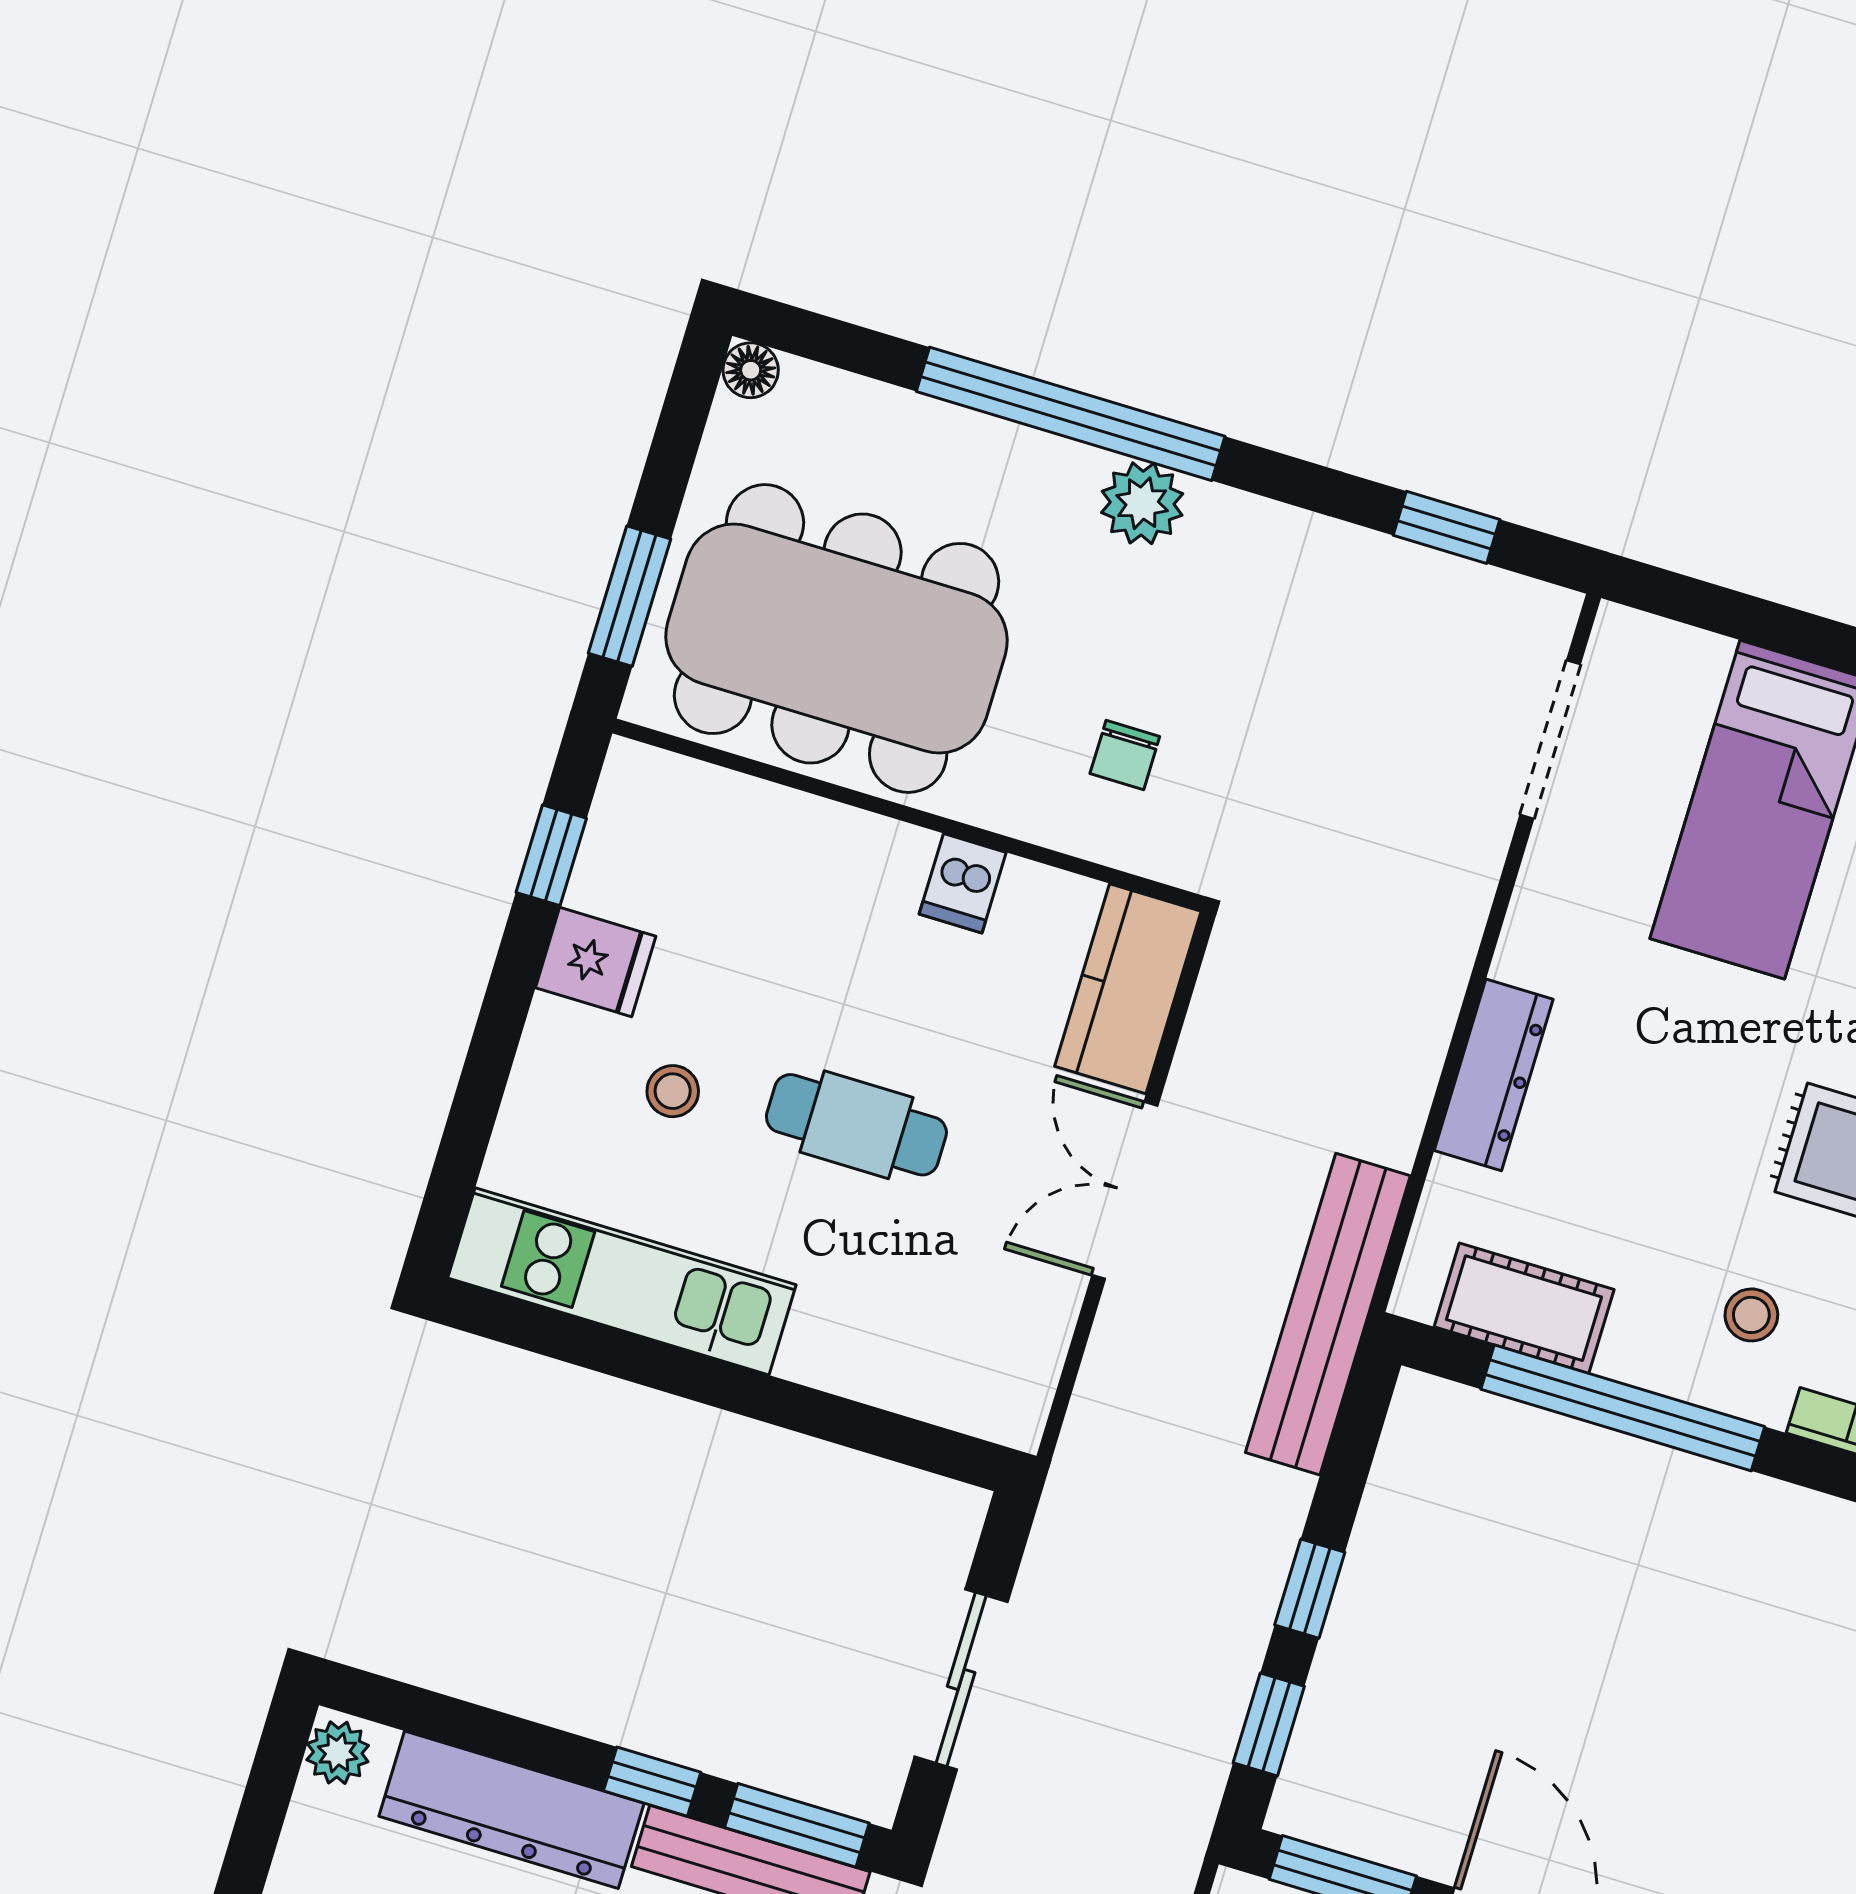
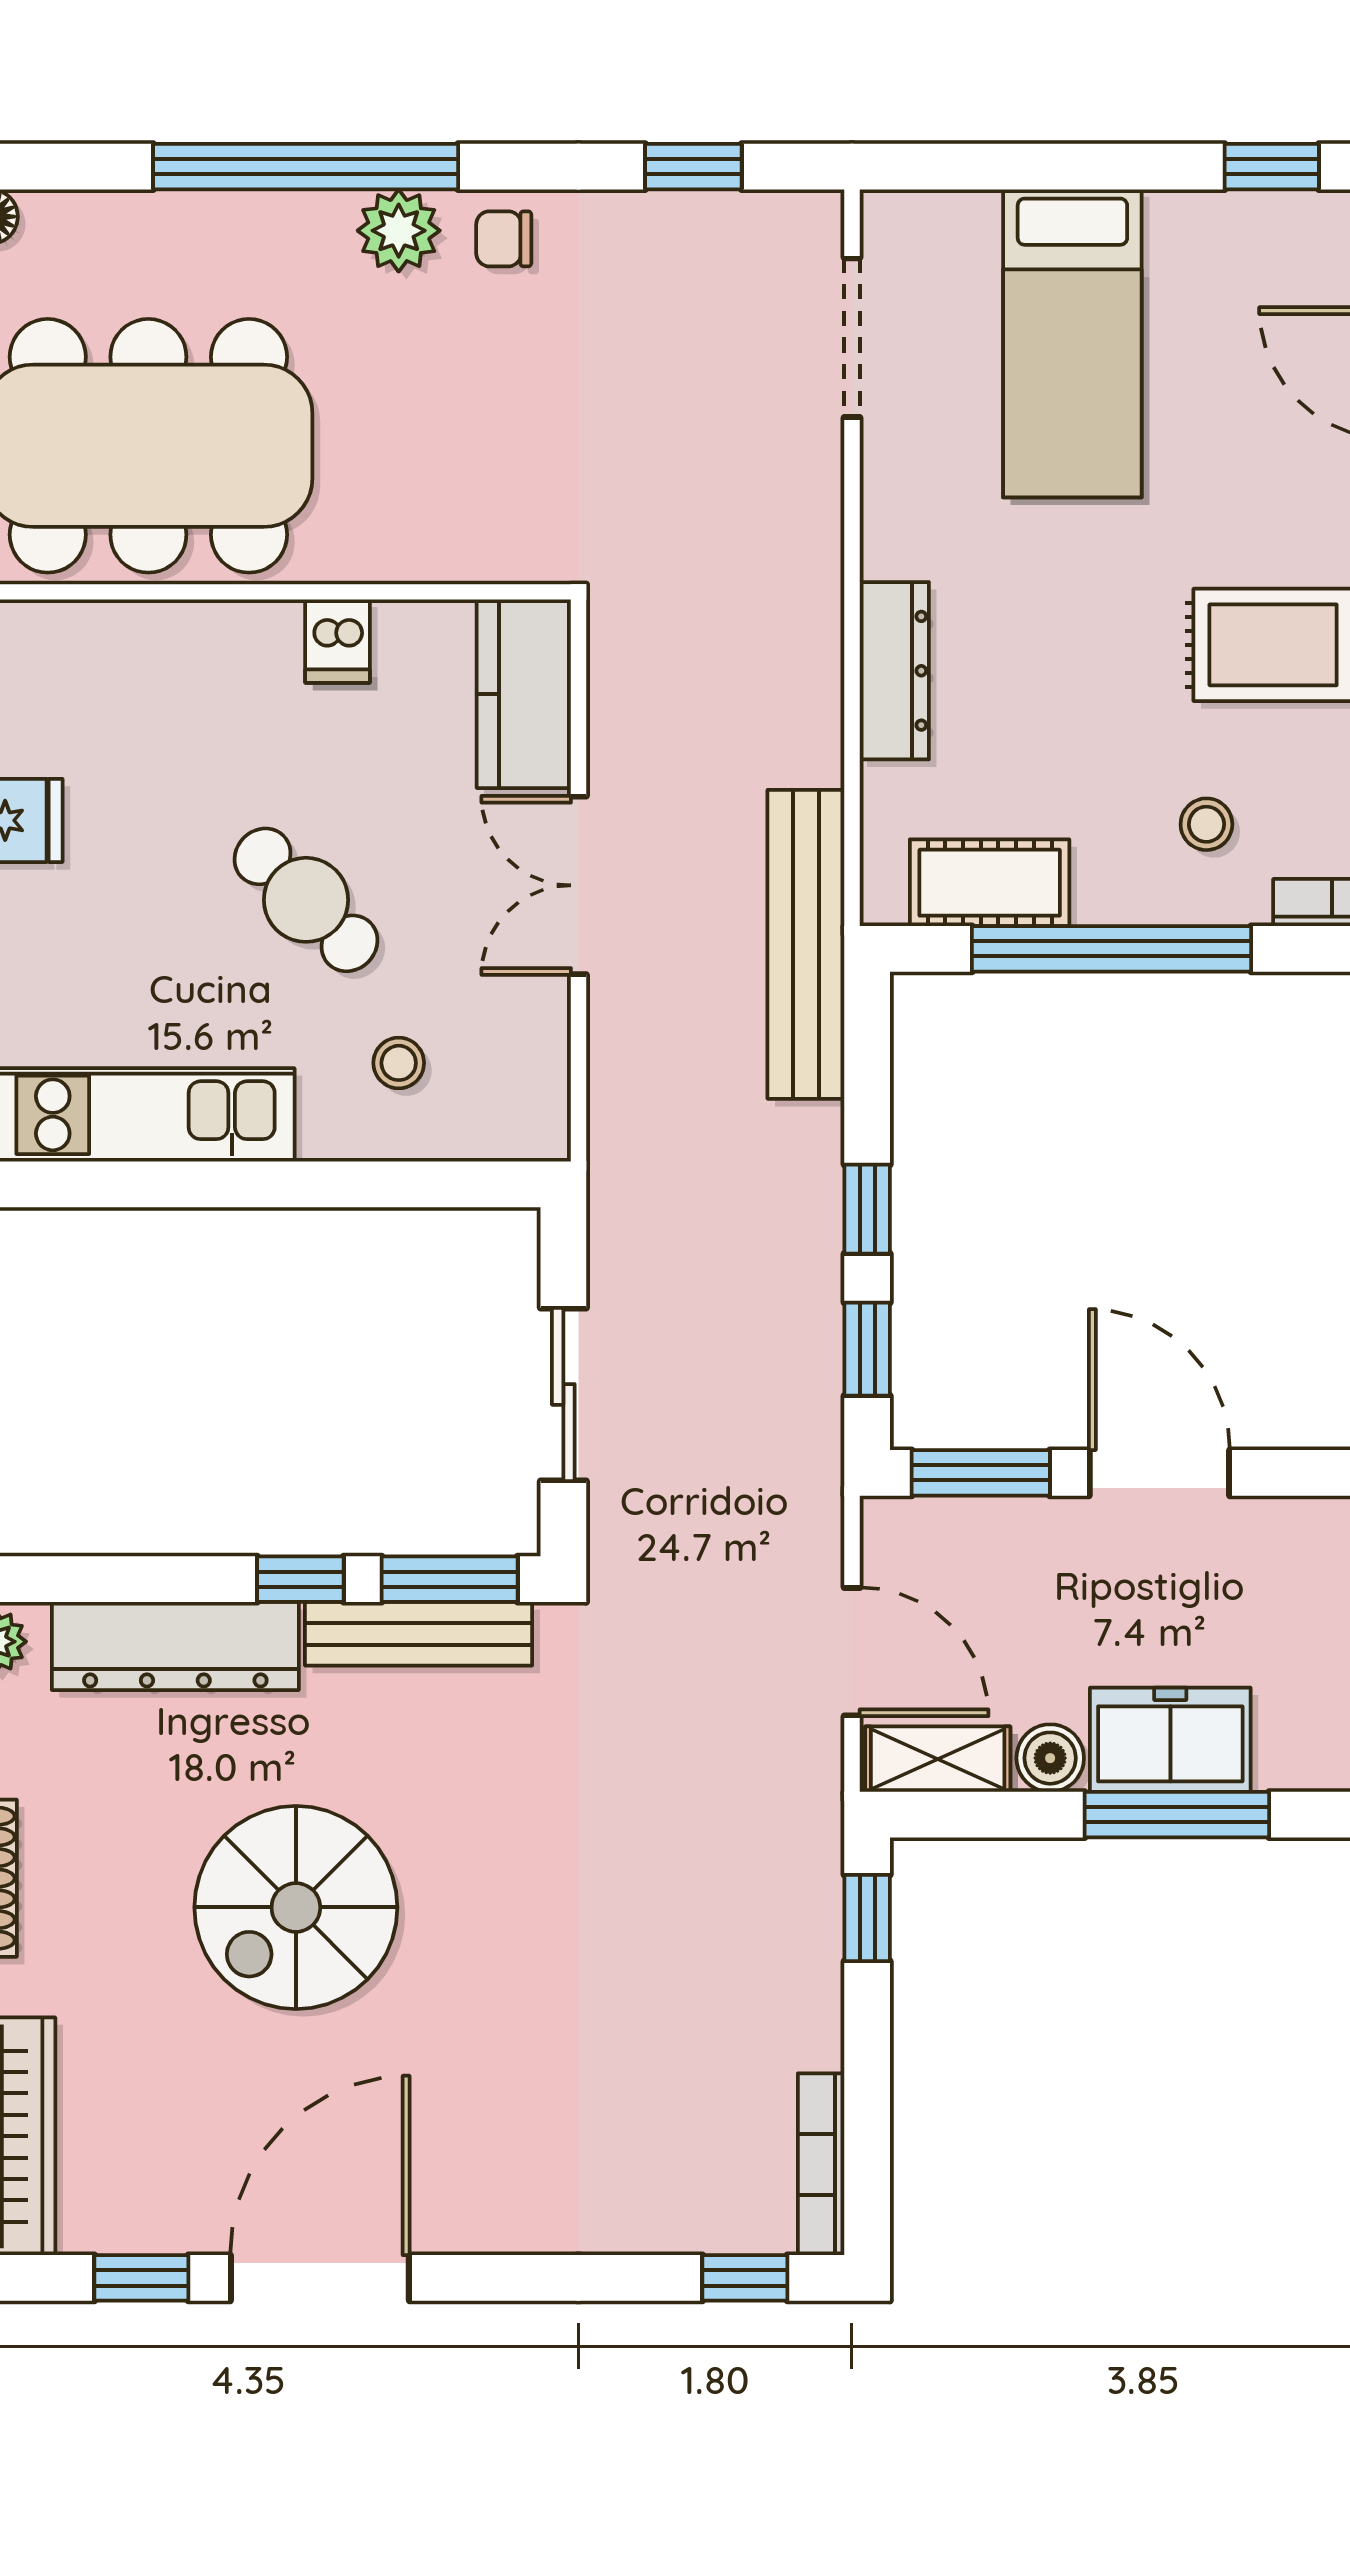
chair: (1125, 755) -> (504, 239), moved, turned 90
stool: (673, 1091) -> (399, 1063), moved
cafe table: (856, 1125) -> (306, 900), turned 45

